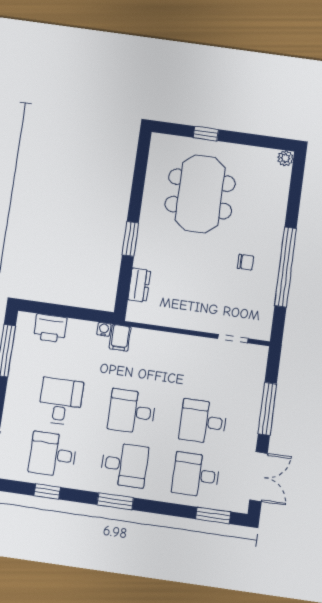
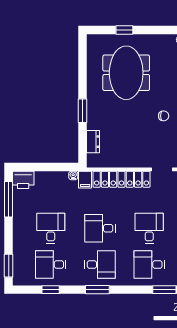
printer: (50, 328) -> (23, 180), moved
locker: (173, 345) -> (122, 179), added
desk: (203, 422) -> (149, 228), turned 90

